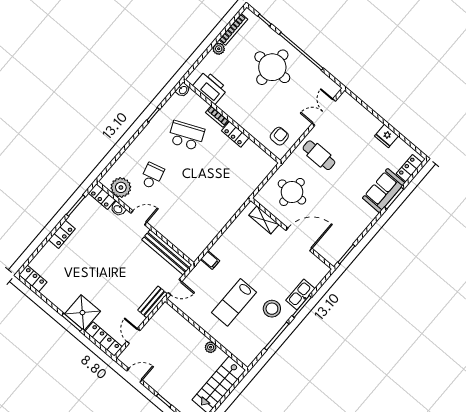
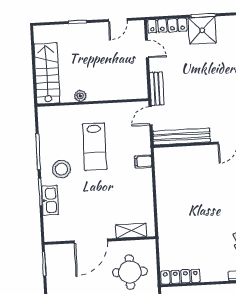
locker: (235, 134) -> (180, 277), moved, width x1.53
lab bench: (234, 302) -> (95, 147), turned 180

